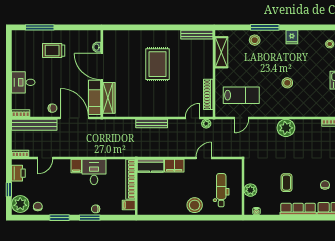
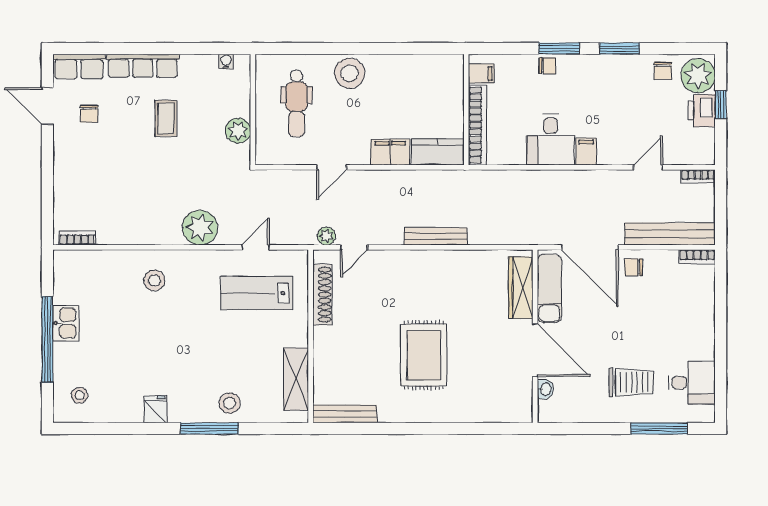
desk: (23, 82) -> (692, 383), moved
stool: (287, 83) -> (154, 280), moved
plant: (286, 128) -> (200, 228), moved
printer: (18, 173) -> (702, 111), moved
plant: (250, 190) -> (238, 131), moved

